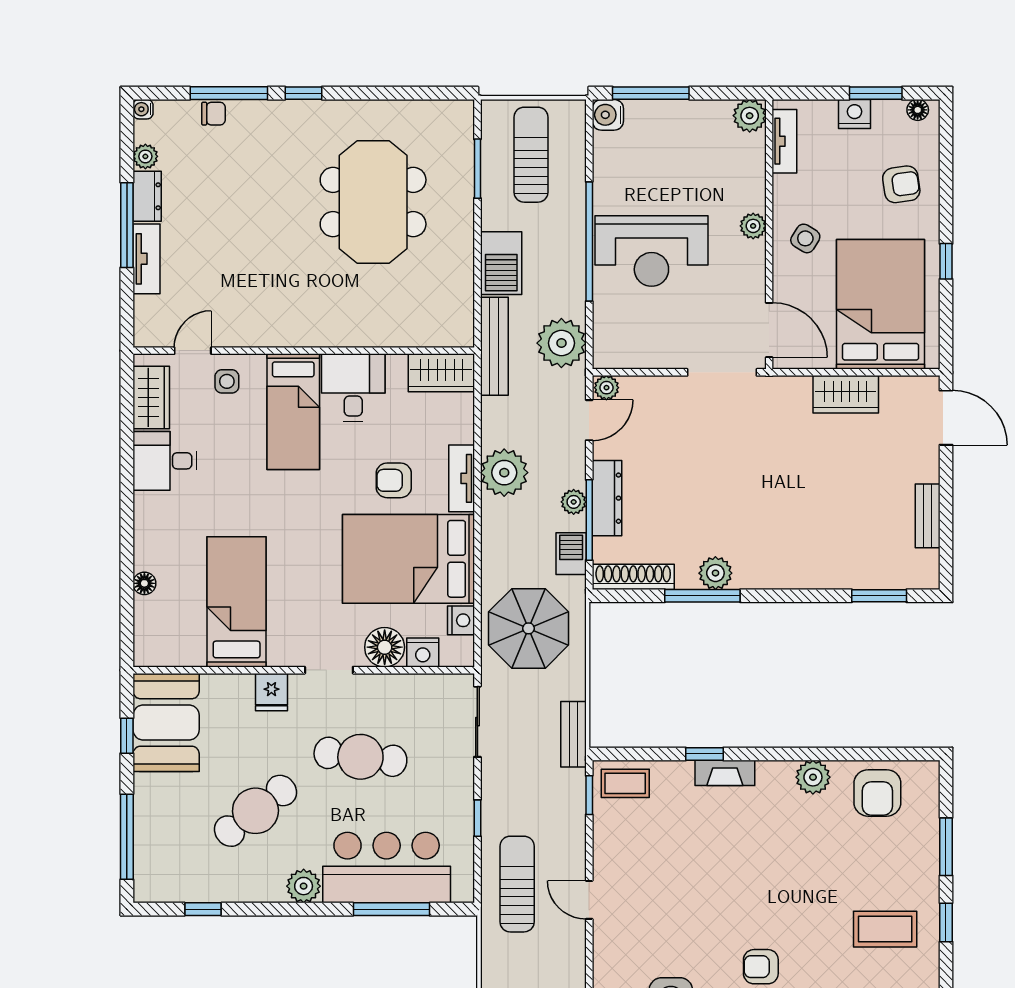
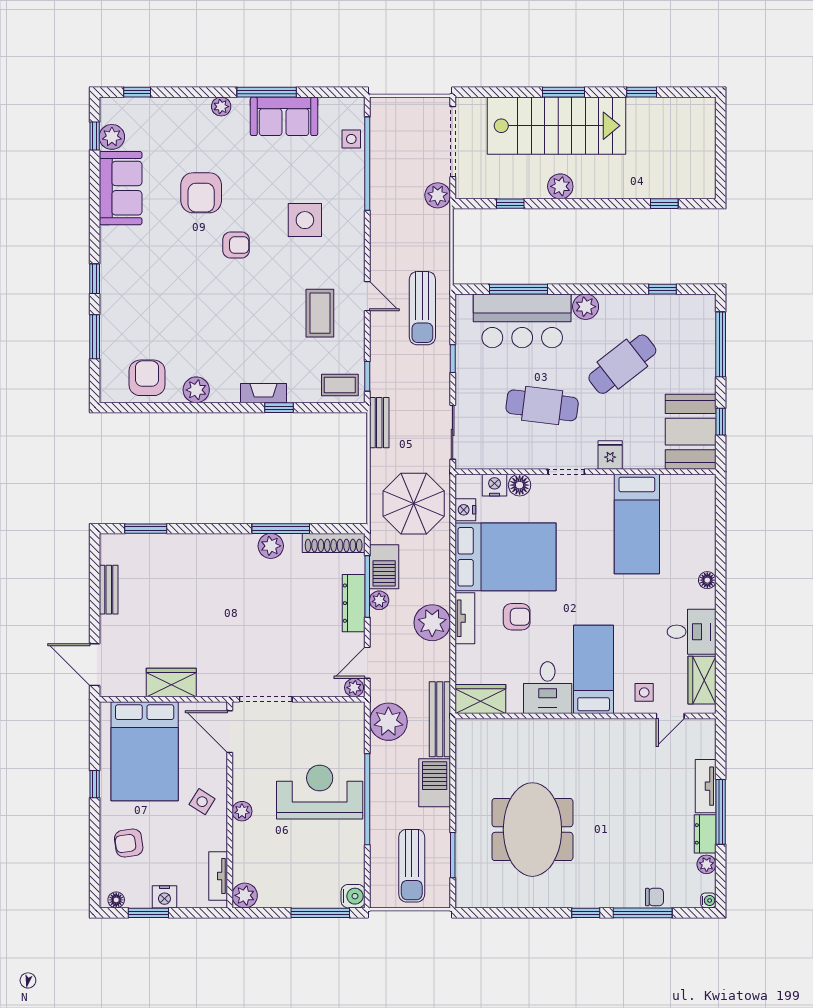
chair: (214, 114) -> (654, 897), turned 180
barbecue: (571, 554) -> (384, 567), width x1.38, depth x1.27
floor lamp: (144, 583) -> (707, 580), moved
floor lamp: (385, 647) -> (520, 485), width x0.73, depth x0.73
coffee table: (885, 929) -> (320, 313), moved, turned 90

